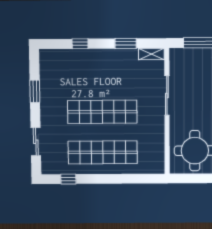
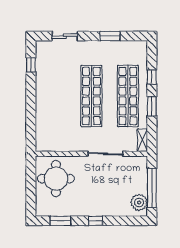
window: (126, 43) -> (152, 106), moved
shop shelf: (103, 152) -> (128, 96), moved

